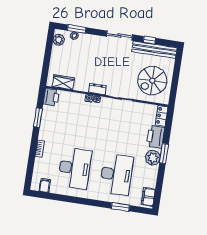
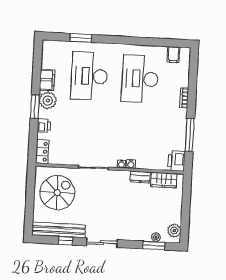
dresser: (97, 89) -> (140, 177), moved
window: (38, 118) -> (190, 135), width x1.44
printer: (156, 137) -> (44, 126), width x0.53, depth x0.68
filing cabinet: (148, 197) -> (47, 80), moved

